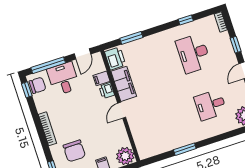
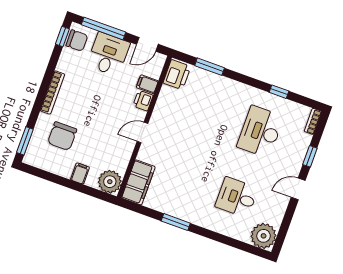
filing cabinet: (124, 84) -> (138, 182), moved

